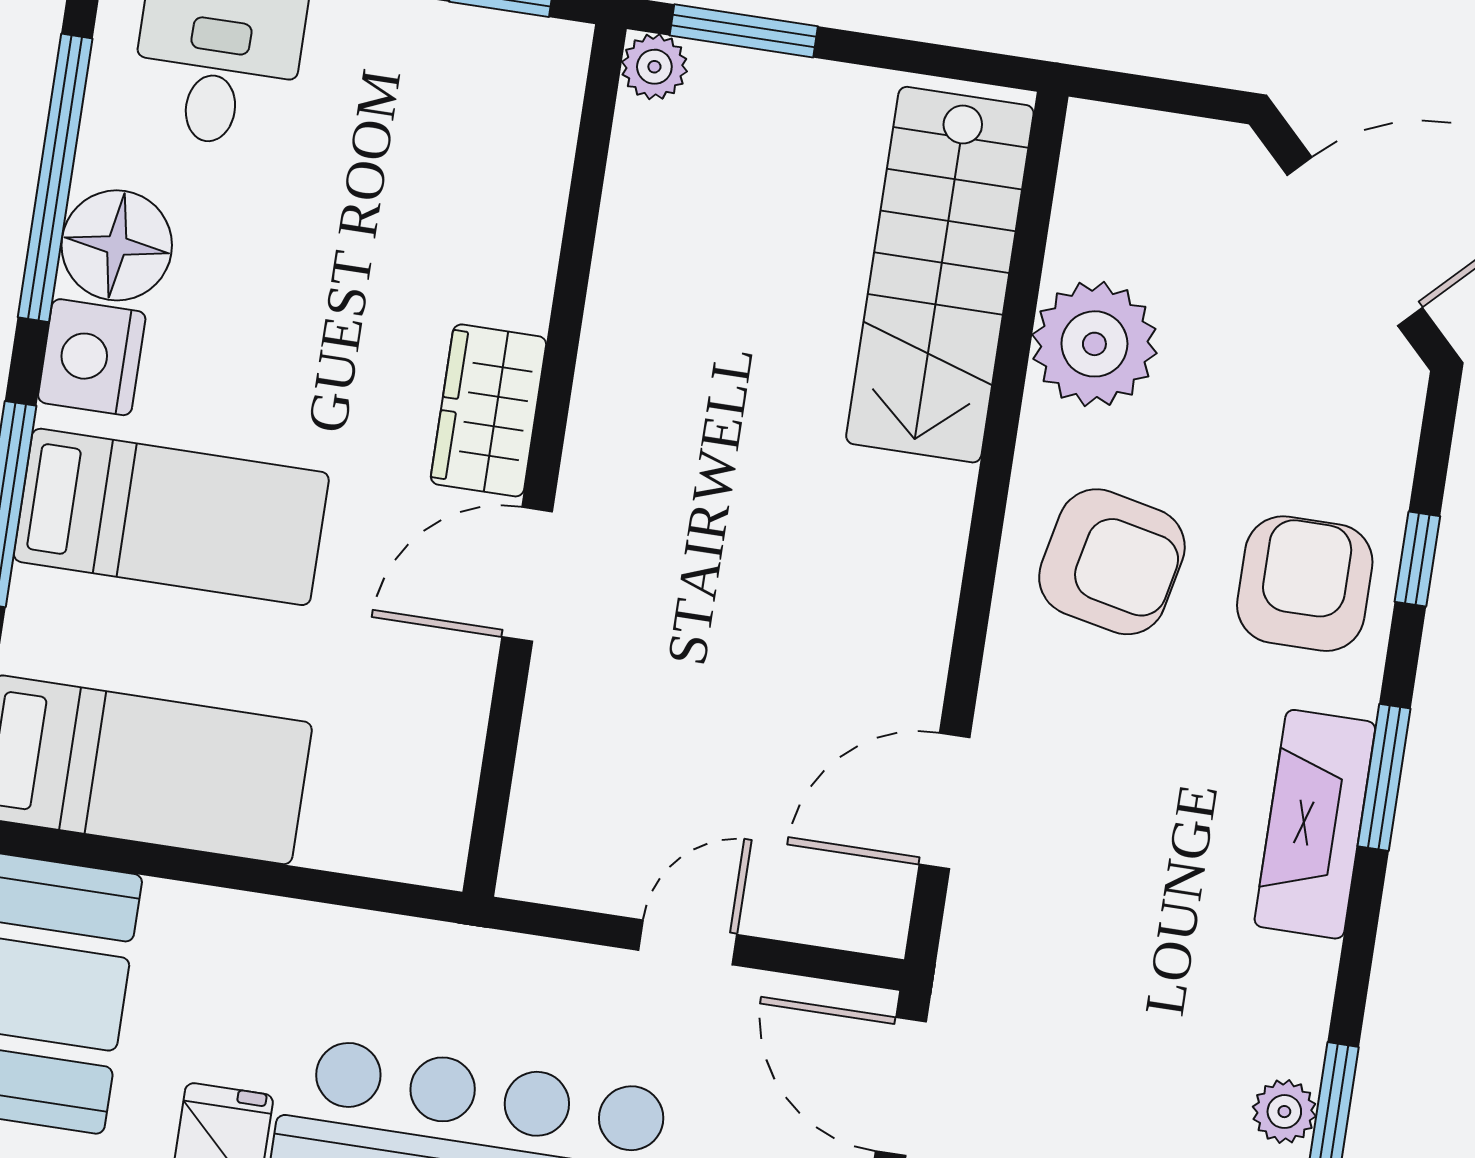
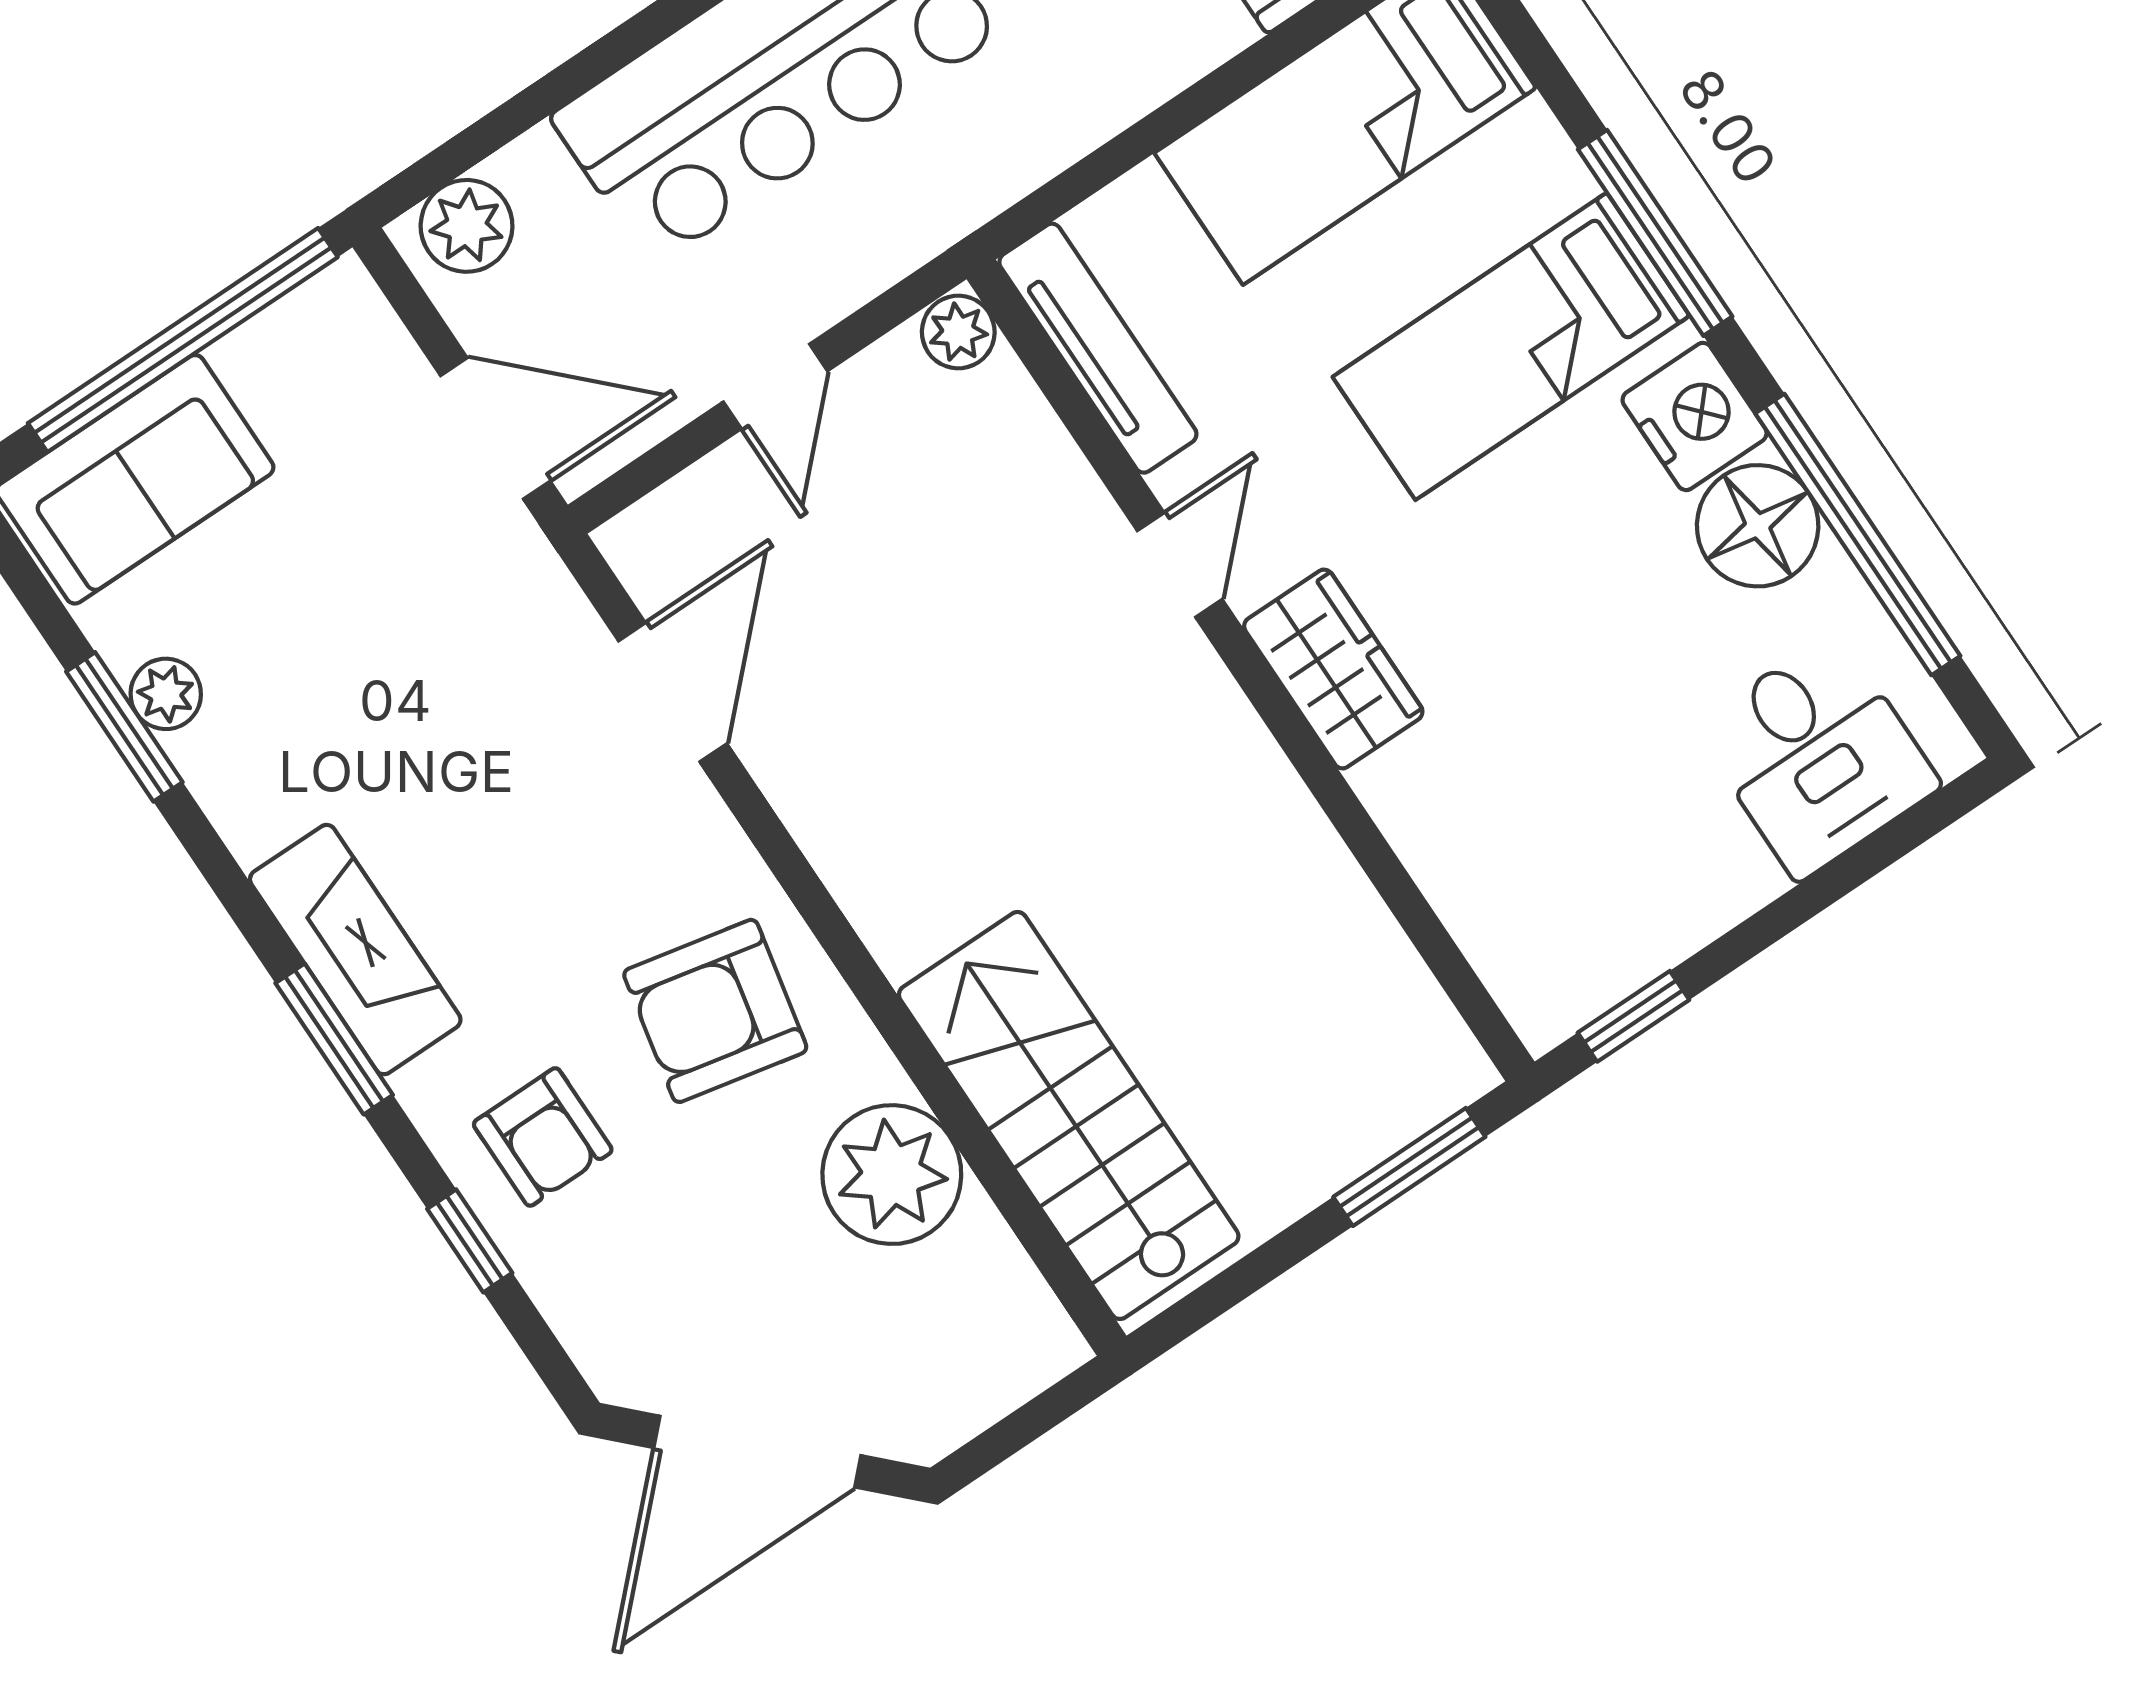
plant: (654, 67) -> (958, 332), moved
door: (527, 574) -> (1180, 565), width x0.73
armchair: (1305, 584) -> (543, 1137), width x0.72, depth x0.72
tv unit: (449, 770) -> (1098, 348), added

